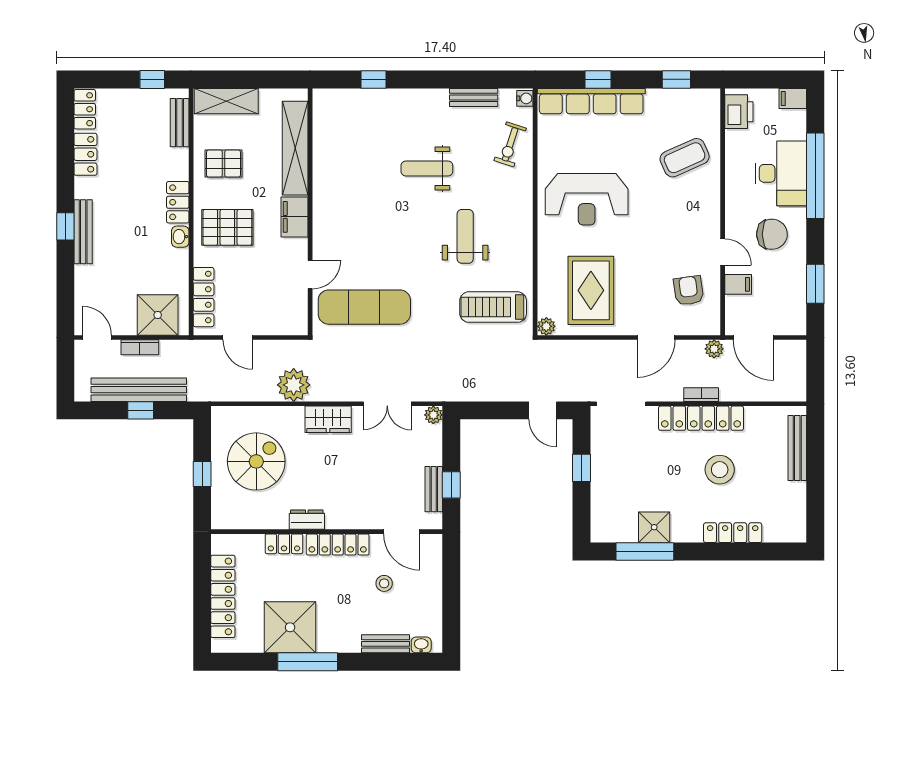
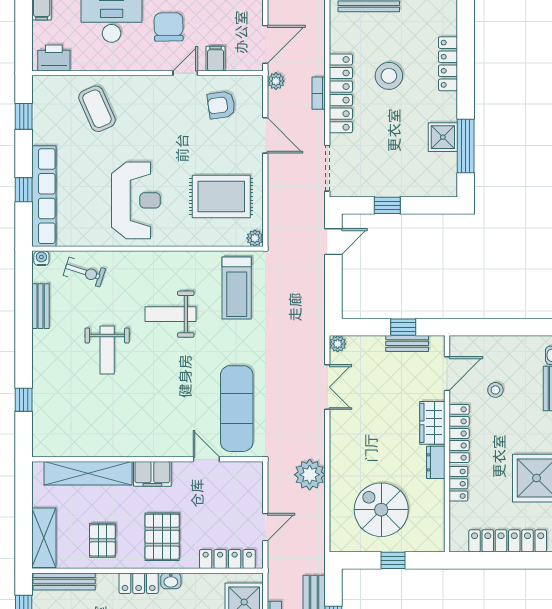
bench: (180, 123) -> (64, 581), width x1.36
wardrobe: (328, 419) -> (432, 423), moved, turned 180

